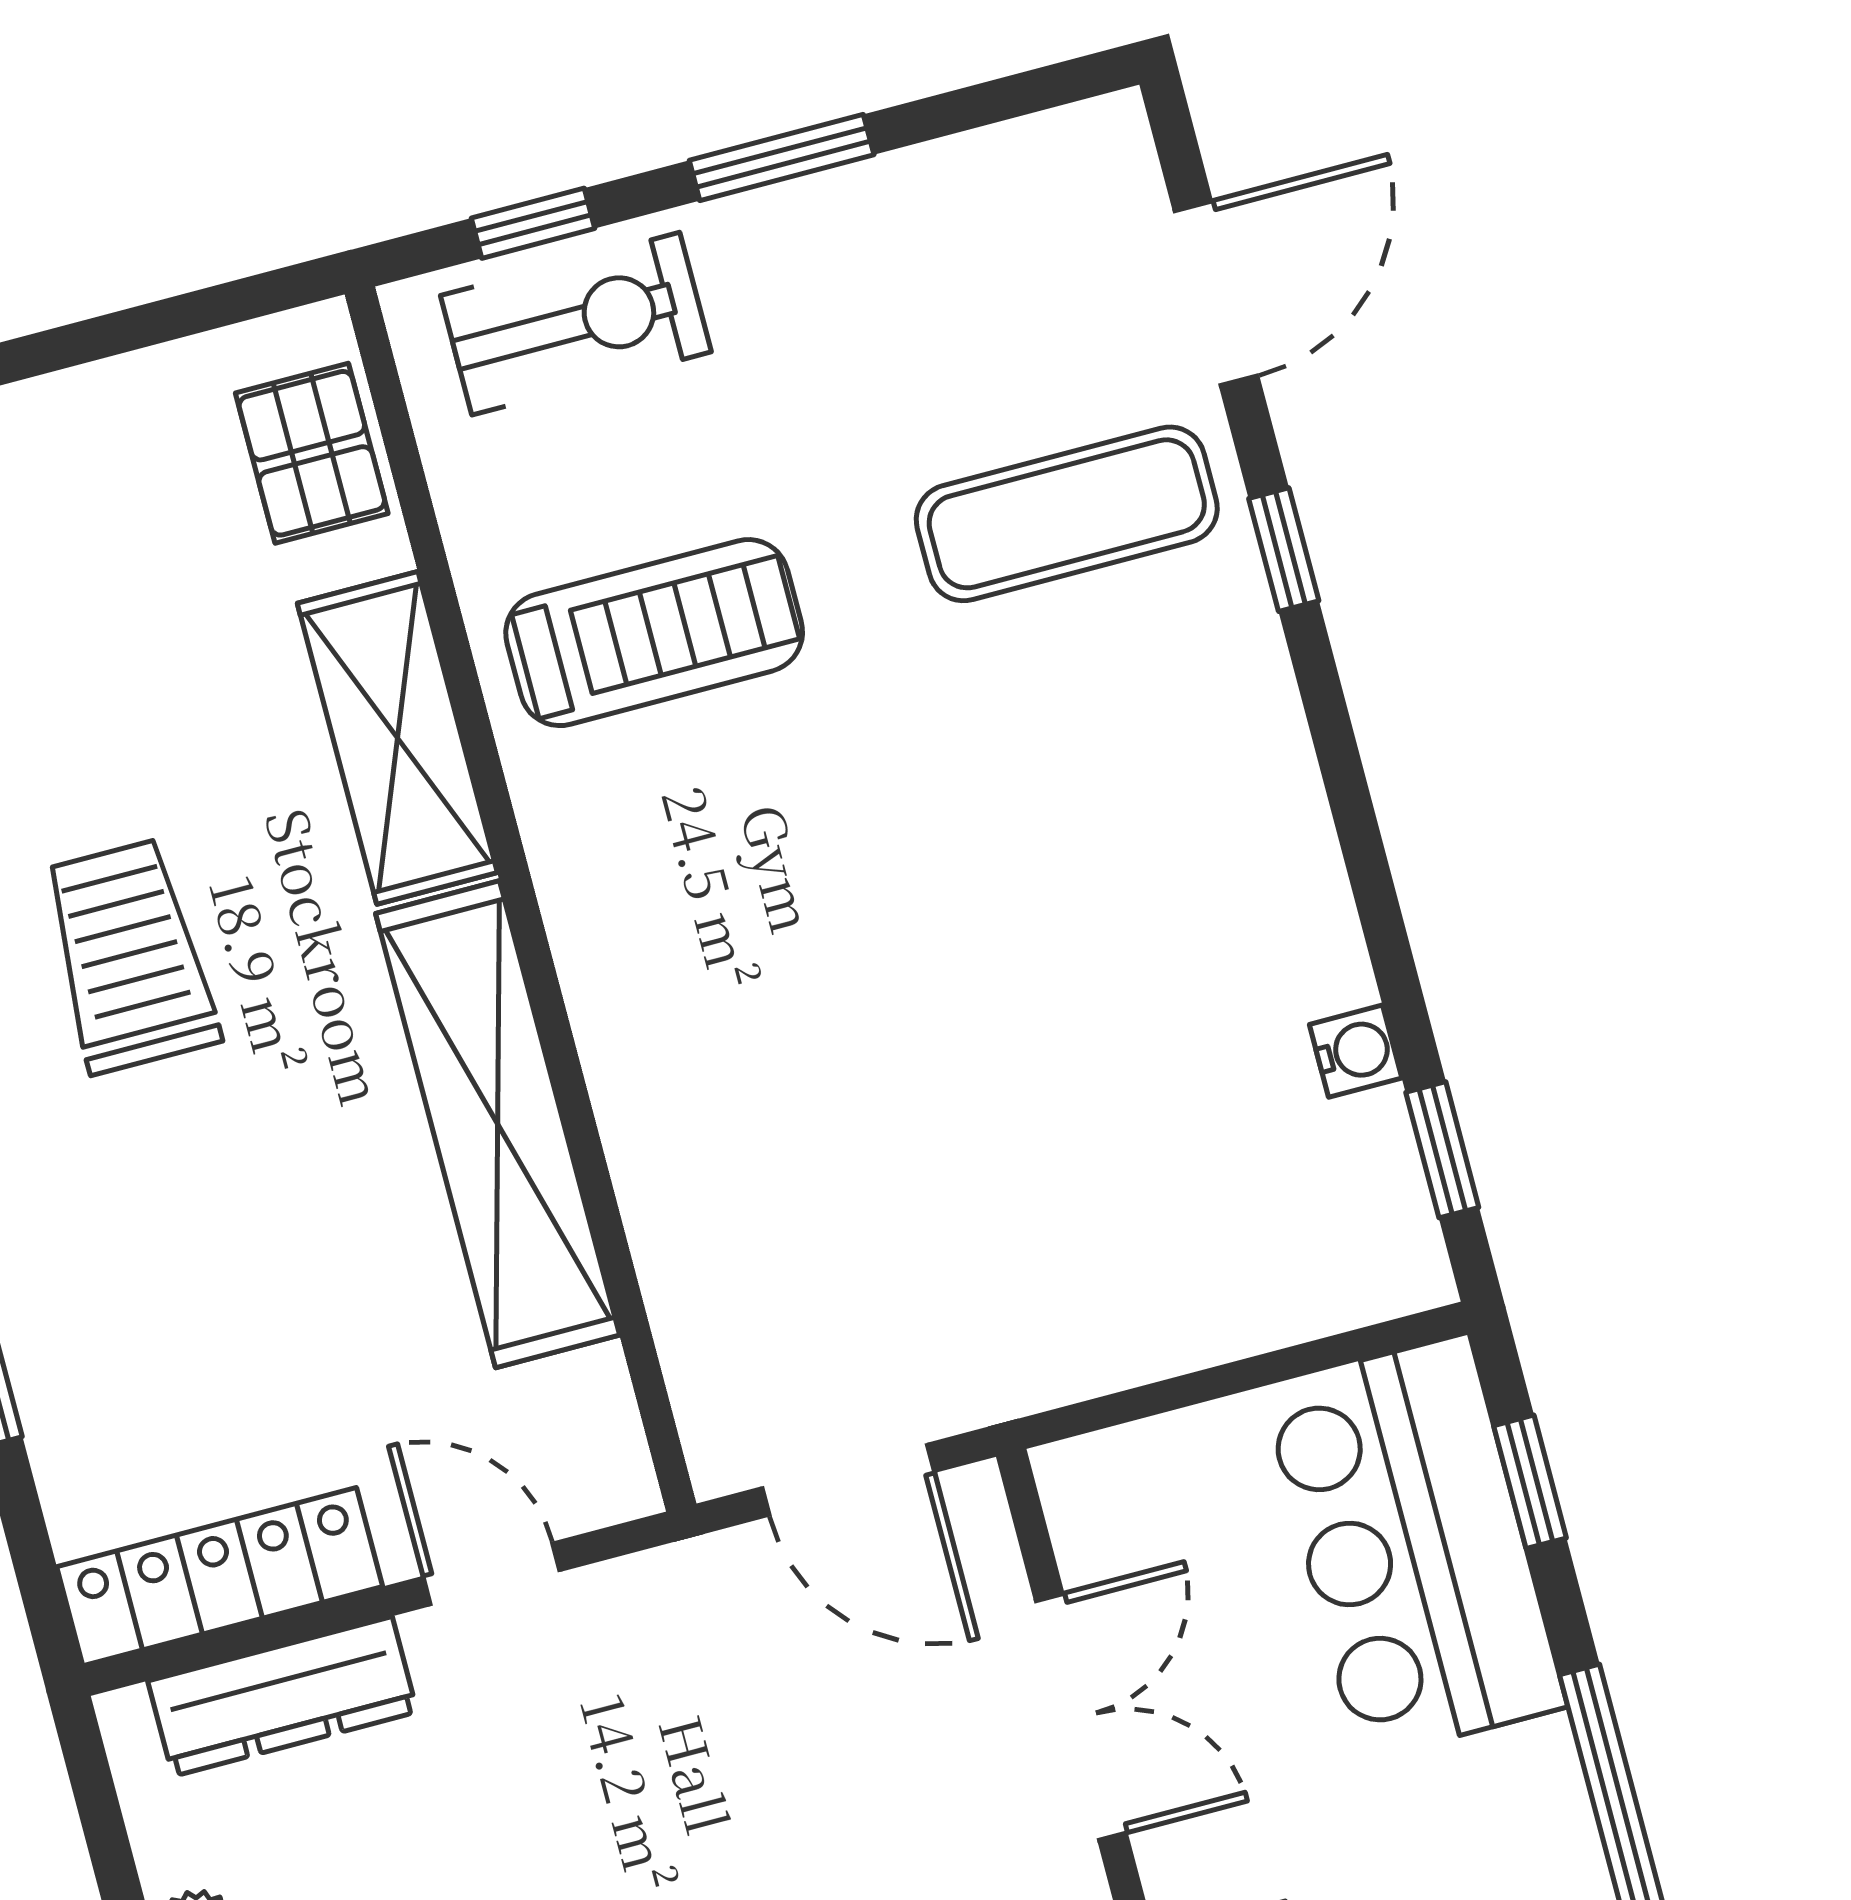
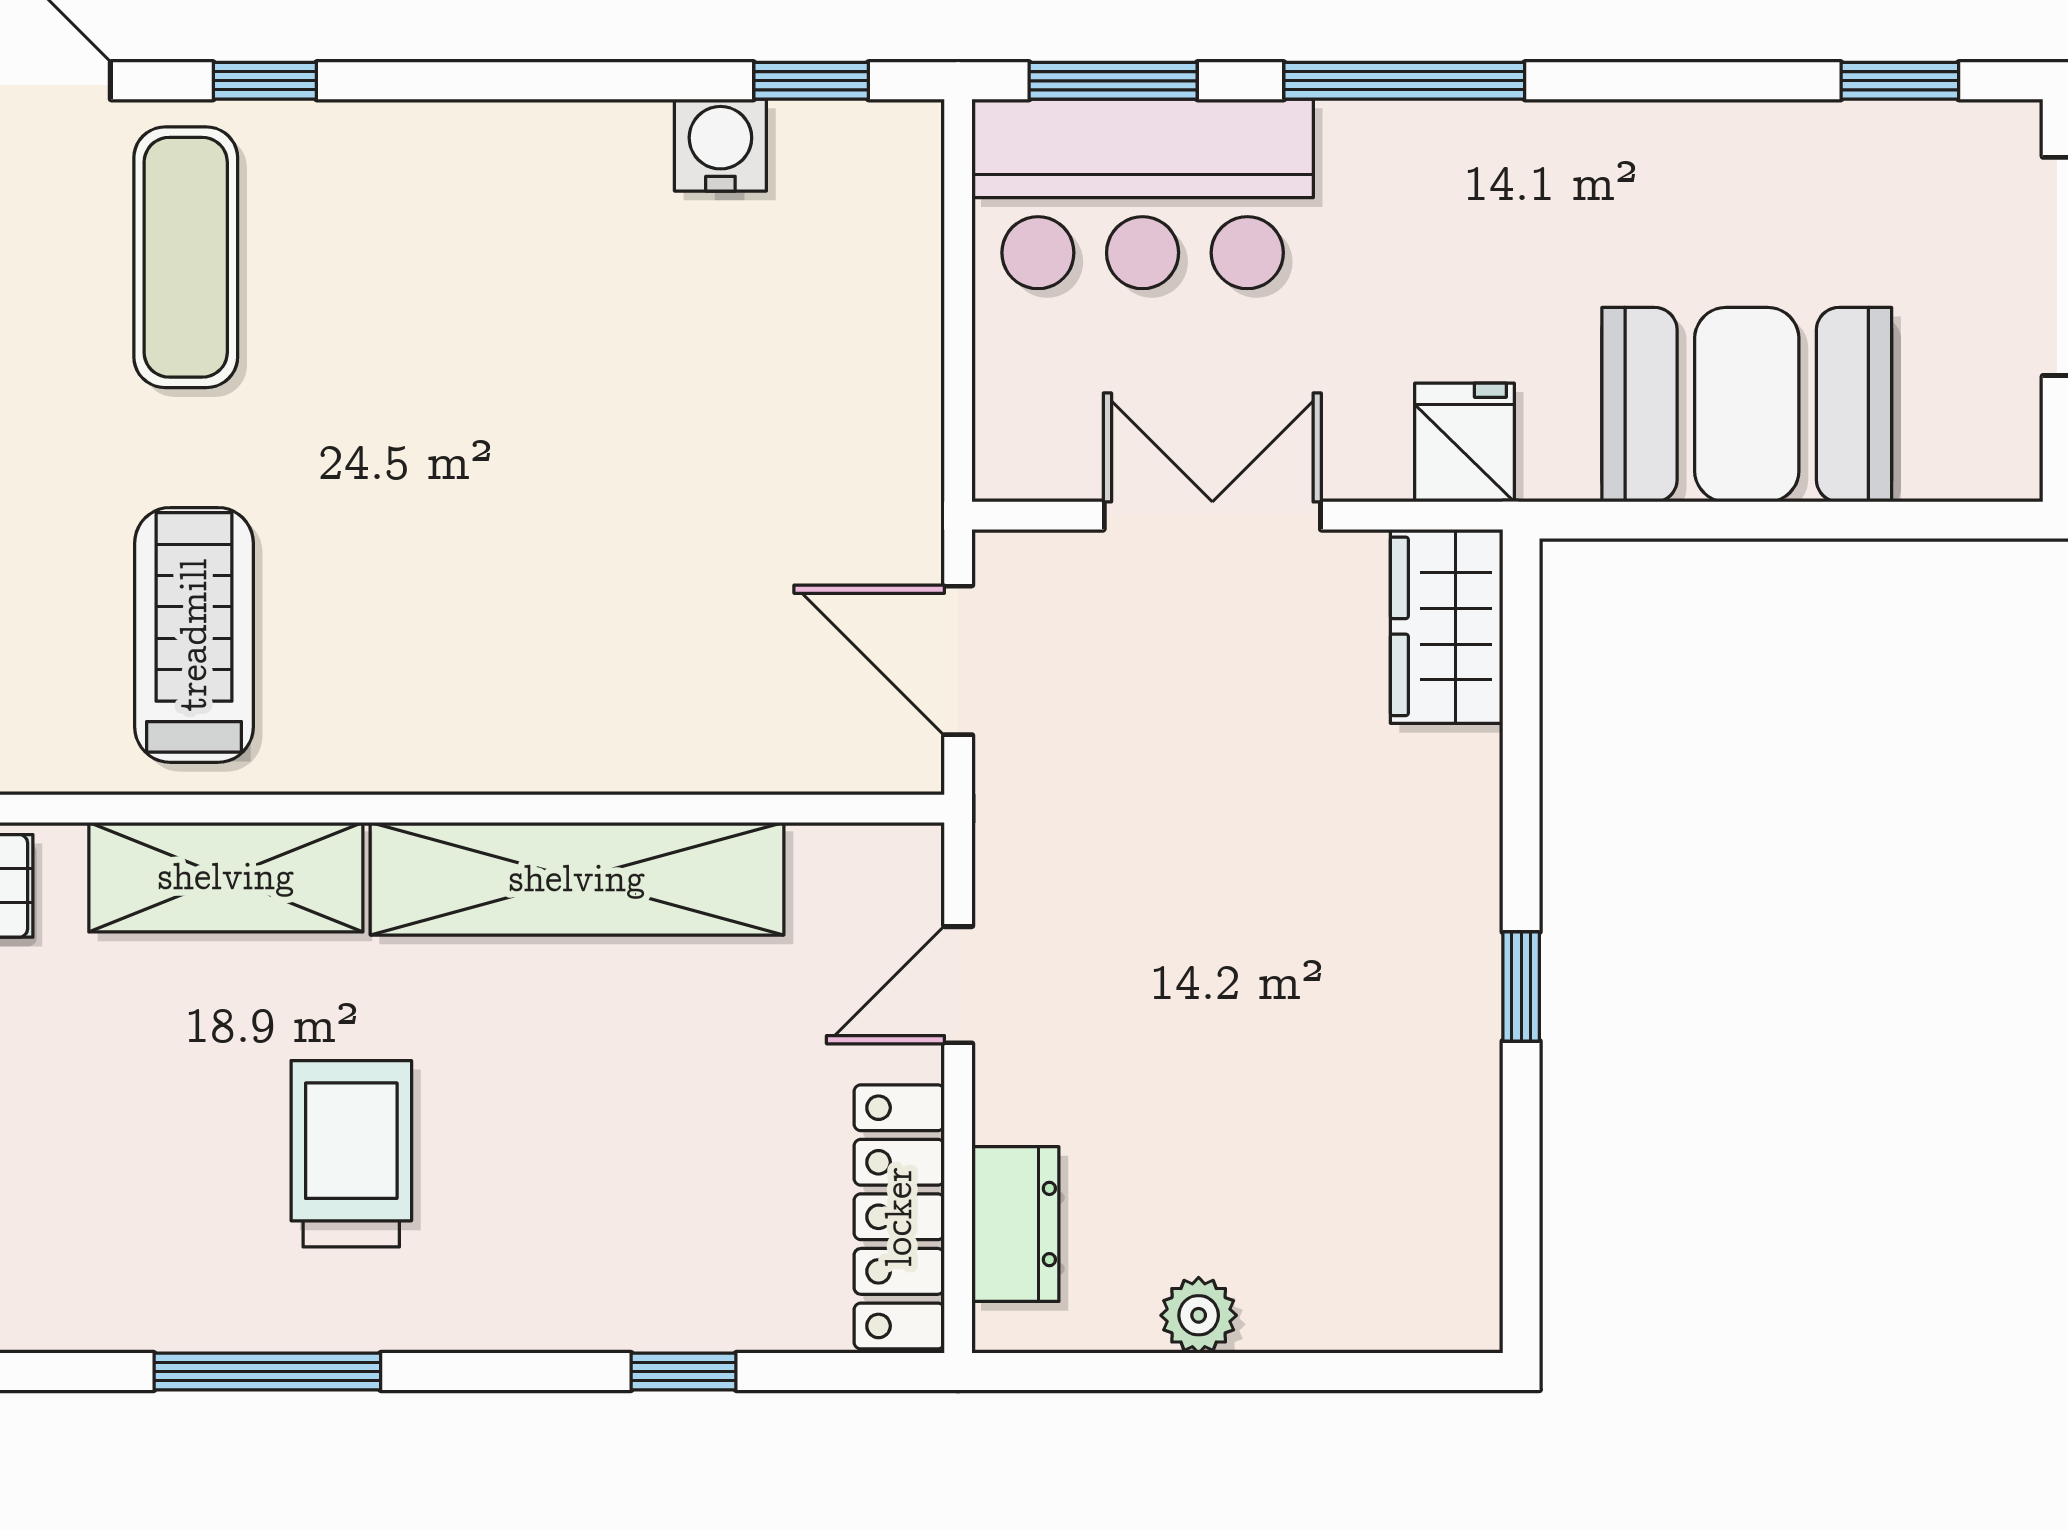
trolley: (130, 956) -> (351, 1154), turned 90
water cooler: (1356, 1051) -> (720, 145), width x1.38, depth x1.38
door: (848, 1480) -> (958, 660), swing flipped
window: (1530, 1482) -> (1113, 81), width x1.50
dresser: (283, 1696) -> (1015, 1224), width x0.70

